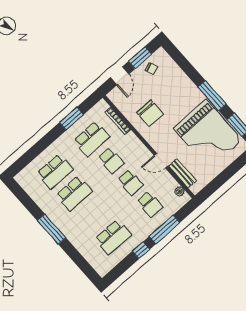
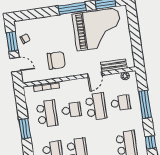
window: (72, 119) -> (25, 129), moved
school desk: (130, 182) -> (96, 106), width x1.85
window: (141, 250) -> (151, 142), moved

